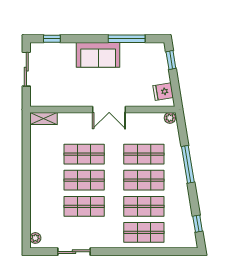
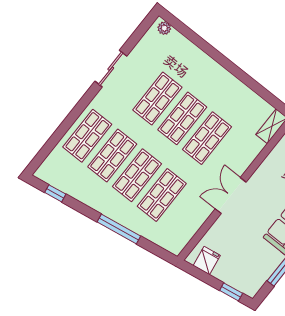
plant: (170, 118) -> (177, 247), removed
sliding door: (74, 252) -> (111, 69), moved

